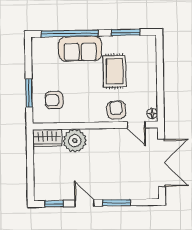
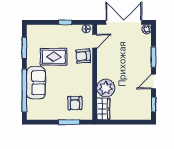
window: (160, 86) -> (65, 22), added
plant: (153, 193) -> (147, 29), added

